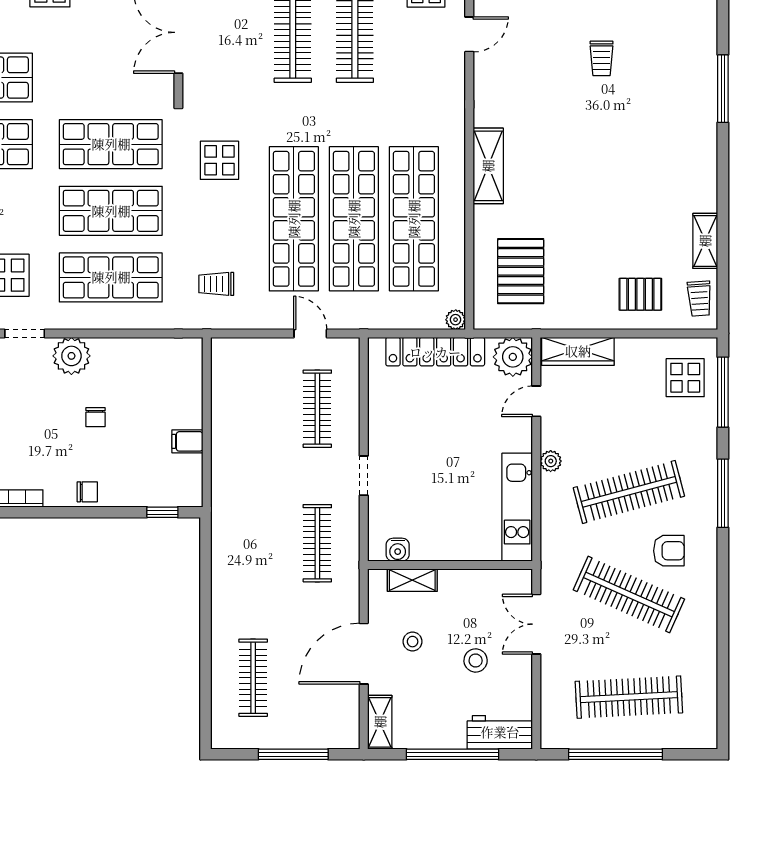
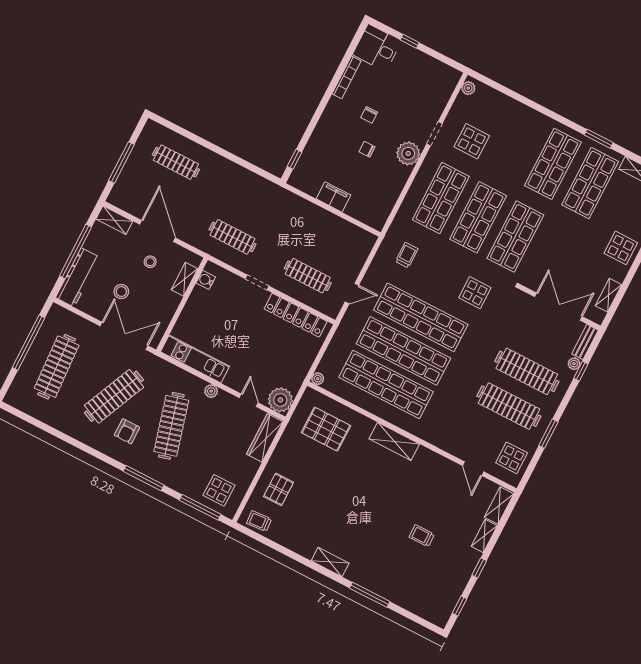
shelving: (705, 241) -> (330, 562), moved
locker: (435, 352) -> (296, 315), moved, turned -90
filing cabinet: (187, 441) -> (333, 197), width x2.00
chair: (87, 492) -> (369, 115), moved
double door: (536, 624) -> (124, 336), width x1.37
workbench: (500, 732) -> (78, 277), width x1.38

